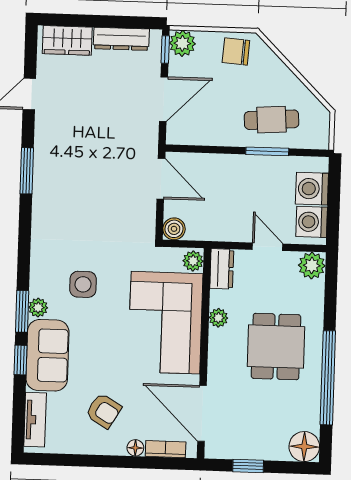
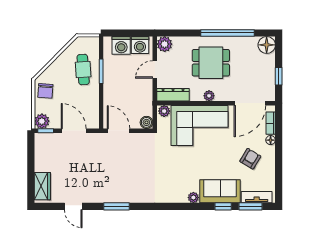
dresser: (121, 39) -> (40, 156), removed
door: (161, 179) -> (118, 131), hinge flipped
dresser: (222, 269) -> (173, 95), width x1.44
side table: (83, 284) -> (179, 173), removed
window: (22, 311) -> (250, 206), moved
plant: (218, 318) -> (209, 96), moved

